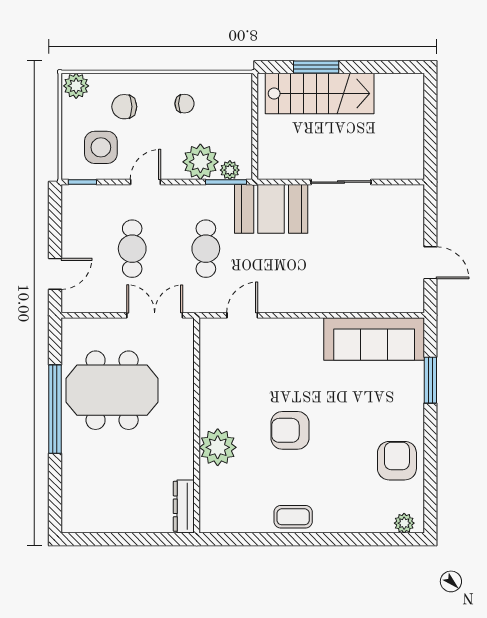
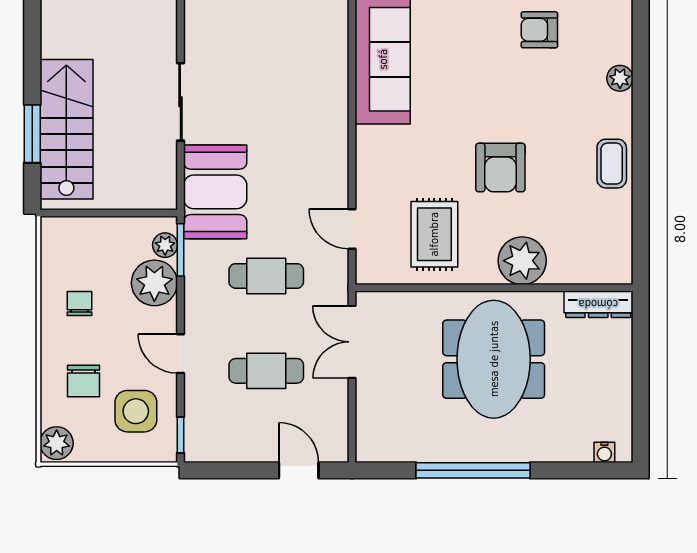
rug: (238, 379) -> (434, 234), added
meeting table: (112, 390) -> (494, 359), moved
armchair: (397, 461) -> (539, 30), width x0.72, depth x0.72
water cooler: (69, 511) -> (604, 452), added
plant: (404, 523) -> (620, 78), moved

